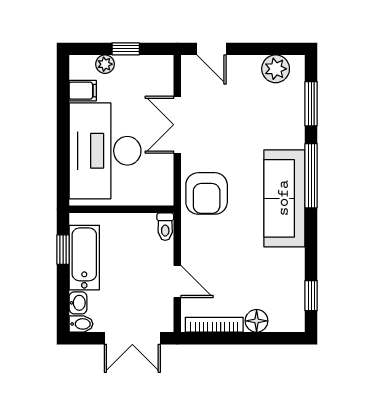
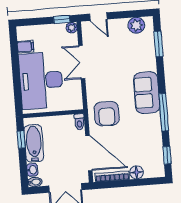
window: (126, 49) -> (62, 19), moved
plant: (105, 64) -> (72, 28), moved
window: (311, 176) -> (164, 112), moved
armchair: (207, 193) -> (107, 114), moved
sofa: (284, 198) -> (147, 93), width x0.73
door: (177, 281) -> (89, 153), width x1.88

